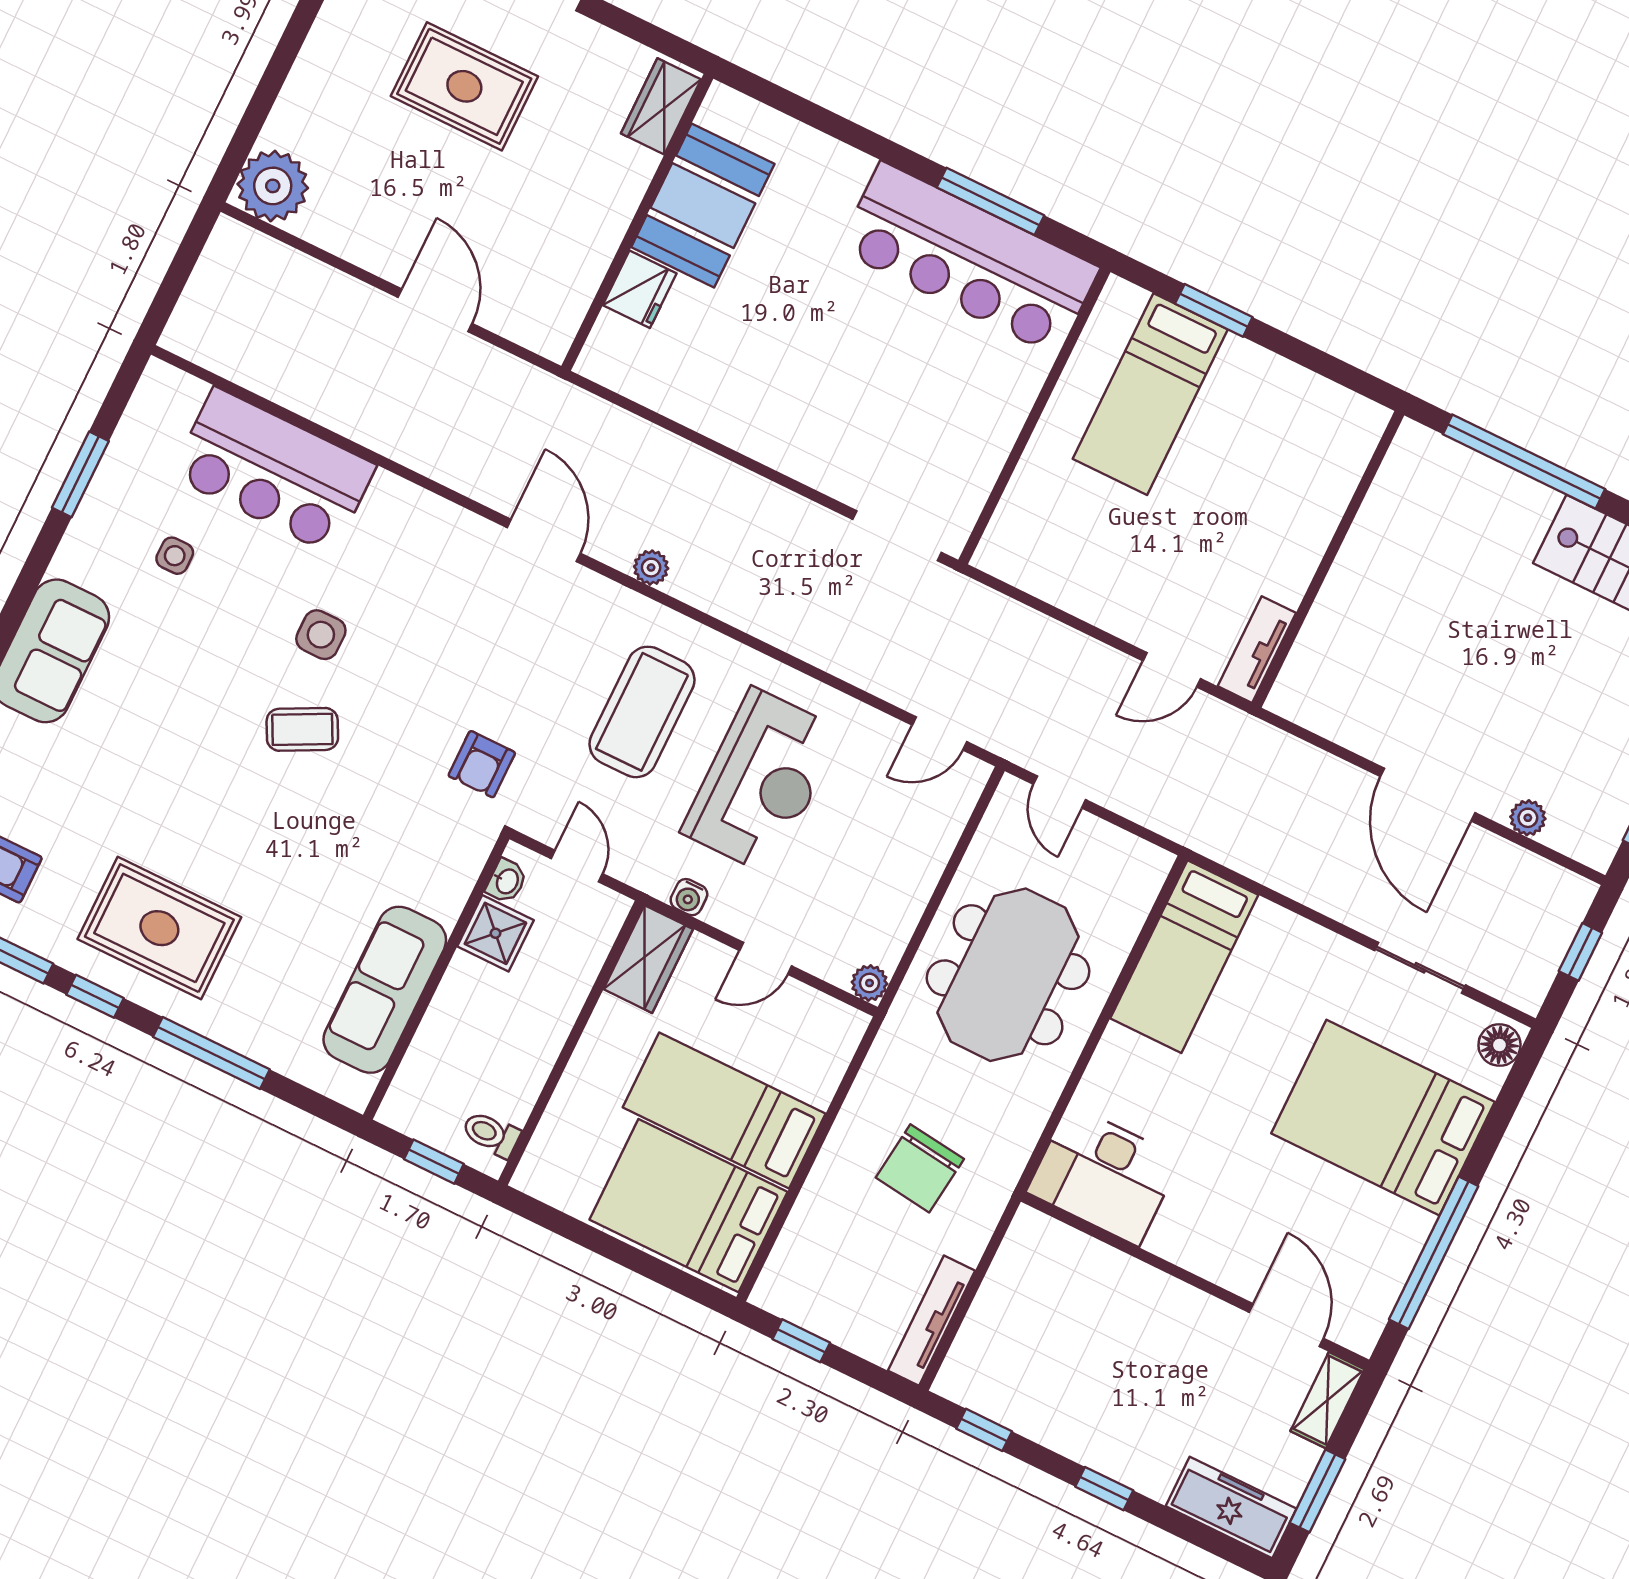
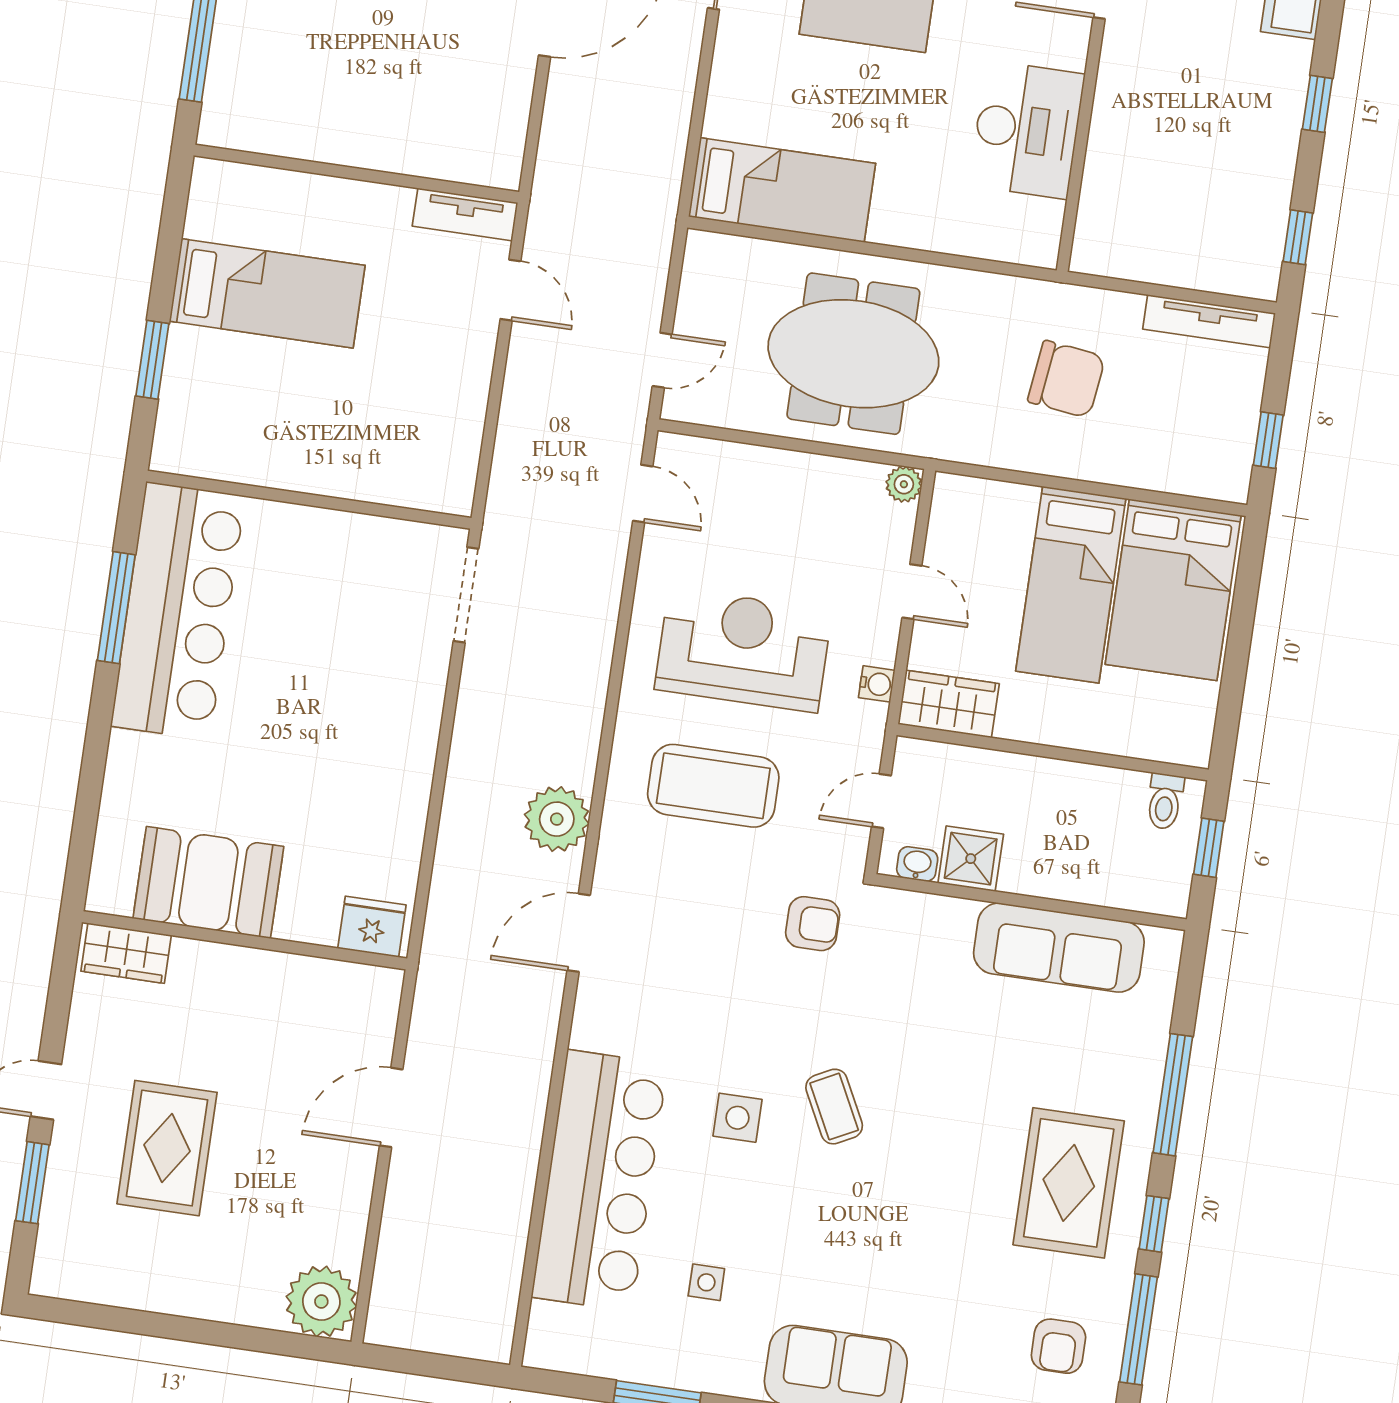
fridge: (640, 289) -> (372, 927), moved
bed: (1150, 394) -> (267, 293), moved
bar counter: (273, 471) -> (599, 1181), width x1.36
plant: (651, 568) -> (557, 819), width x1.88, depth x1.88
desk: (1104, 1175) -> (1027, 130), moved

